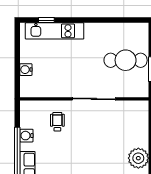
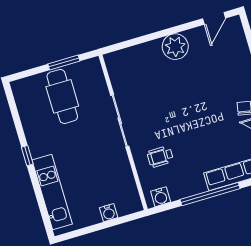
window: (46, 20) -> (27, 156), moved
water cooler: (26, 136) -> (161, 197), moved

